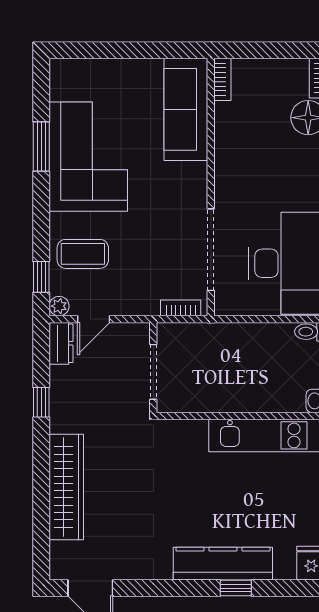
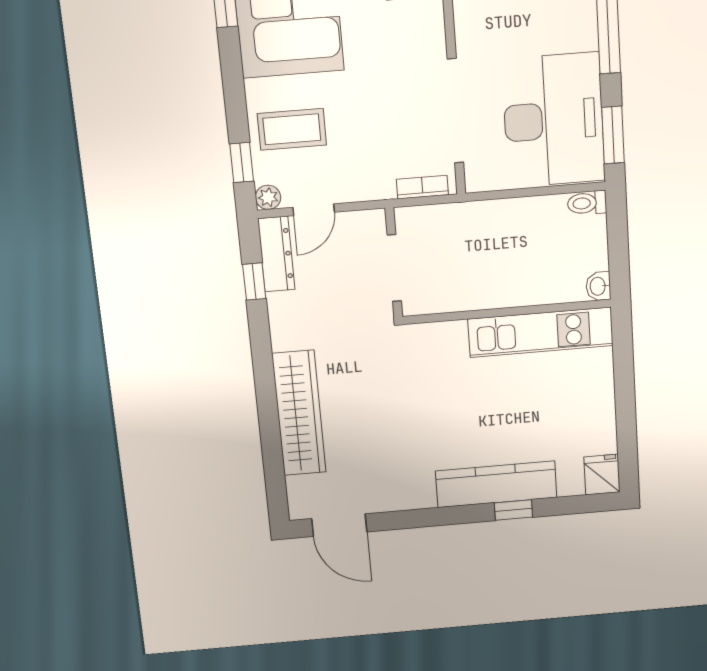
dresser: (61, 343) -> (276, 254), width x1.44
window: (41, 402) -> (254, 281), moved

